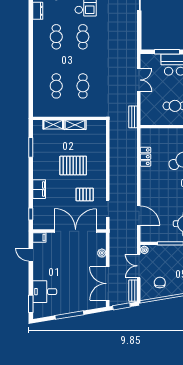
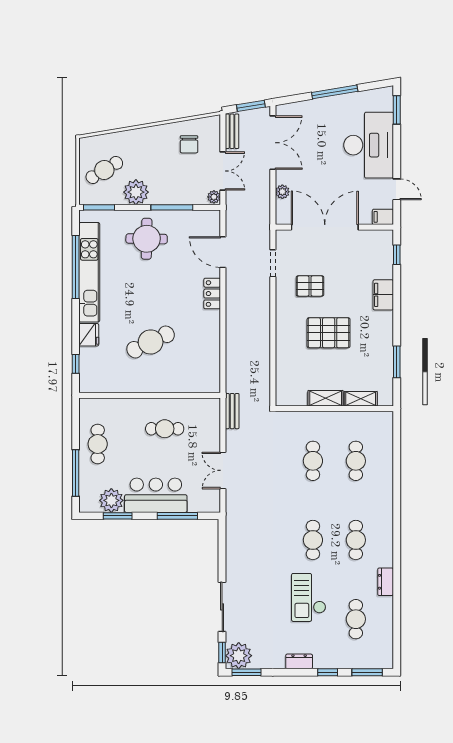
locker: (145, 157) -> (212, 294), moved
double door: (76, 231) -> (325, 227), swing flipped
desk: (45, 292) -> (369, 145), width x1.87, depth x1.30

